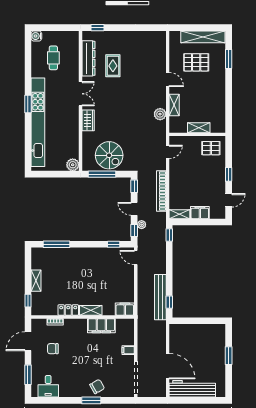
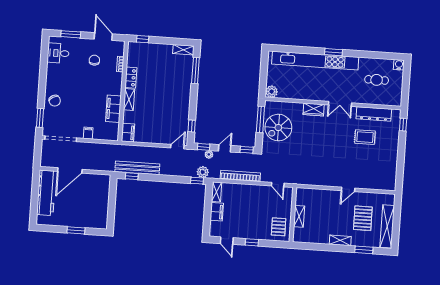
shelving: (174, 105) -> (340, 240), moved
plant: (160, 114) -> (203, 172), moved
shelving: (36, 281) -> (183, 50), moved
window: (91, 400) -> (40, 118), moved

